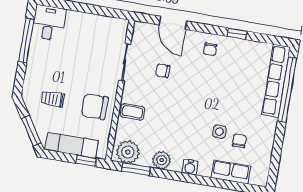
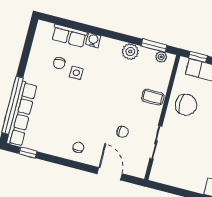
window: (237, 34) -> (28, 153), moved
plant: (128, 152) -> (161, 57), width x0.53, depth x0.53
water cooler: (190, 167) -> (93, 40), moved

